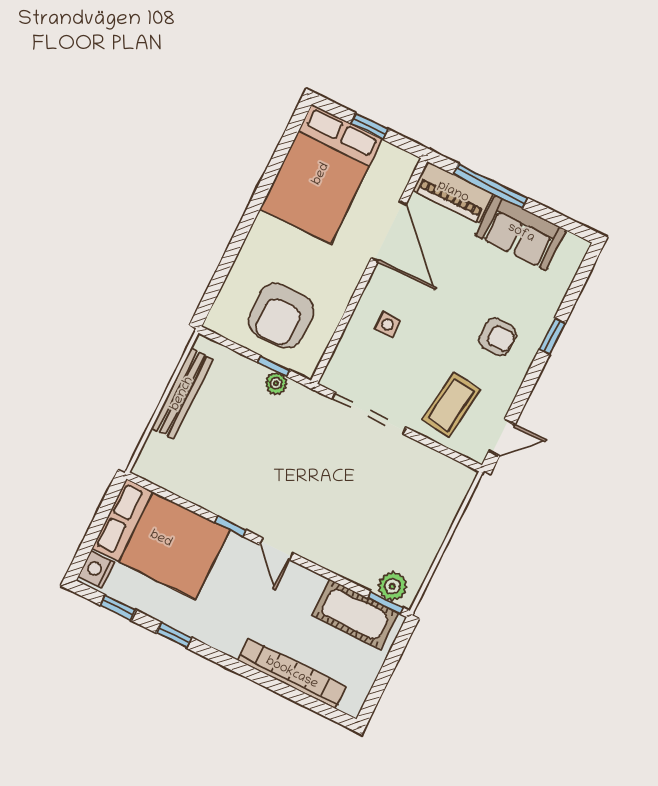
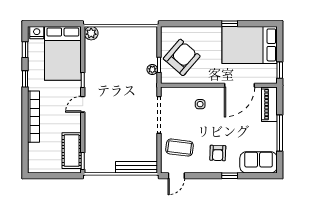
window: (369, 126) -> (280, 70), moved
window: (491, 186) -> (280, 133), moved
window: (262, 192) -> (230, 24), added
sofa: (521, 233) -> (259, 162), moved, turned 90
armchair: (281, 316) -> (182, 57), turned 131
bench: (182, 394) -> (137, 167), moved
door: (502, 438) -> (176, 176), hinge flipped
plant: (392, 586) -> (91, 33), moved
bookcase: (292, 673) -> (34, 117), moved

